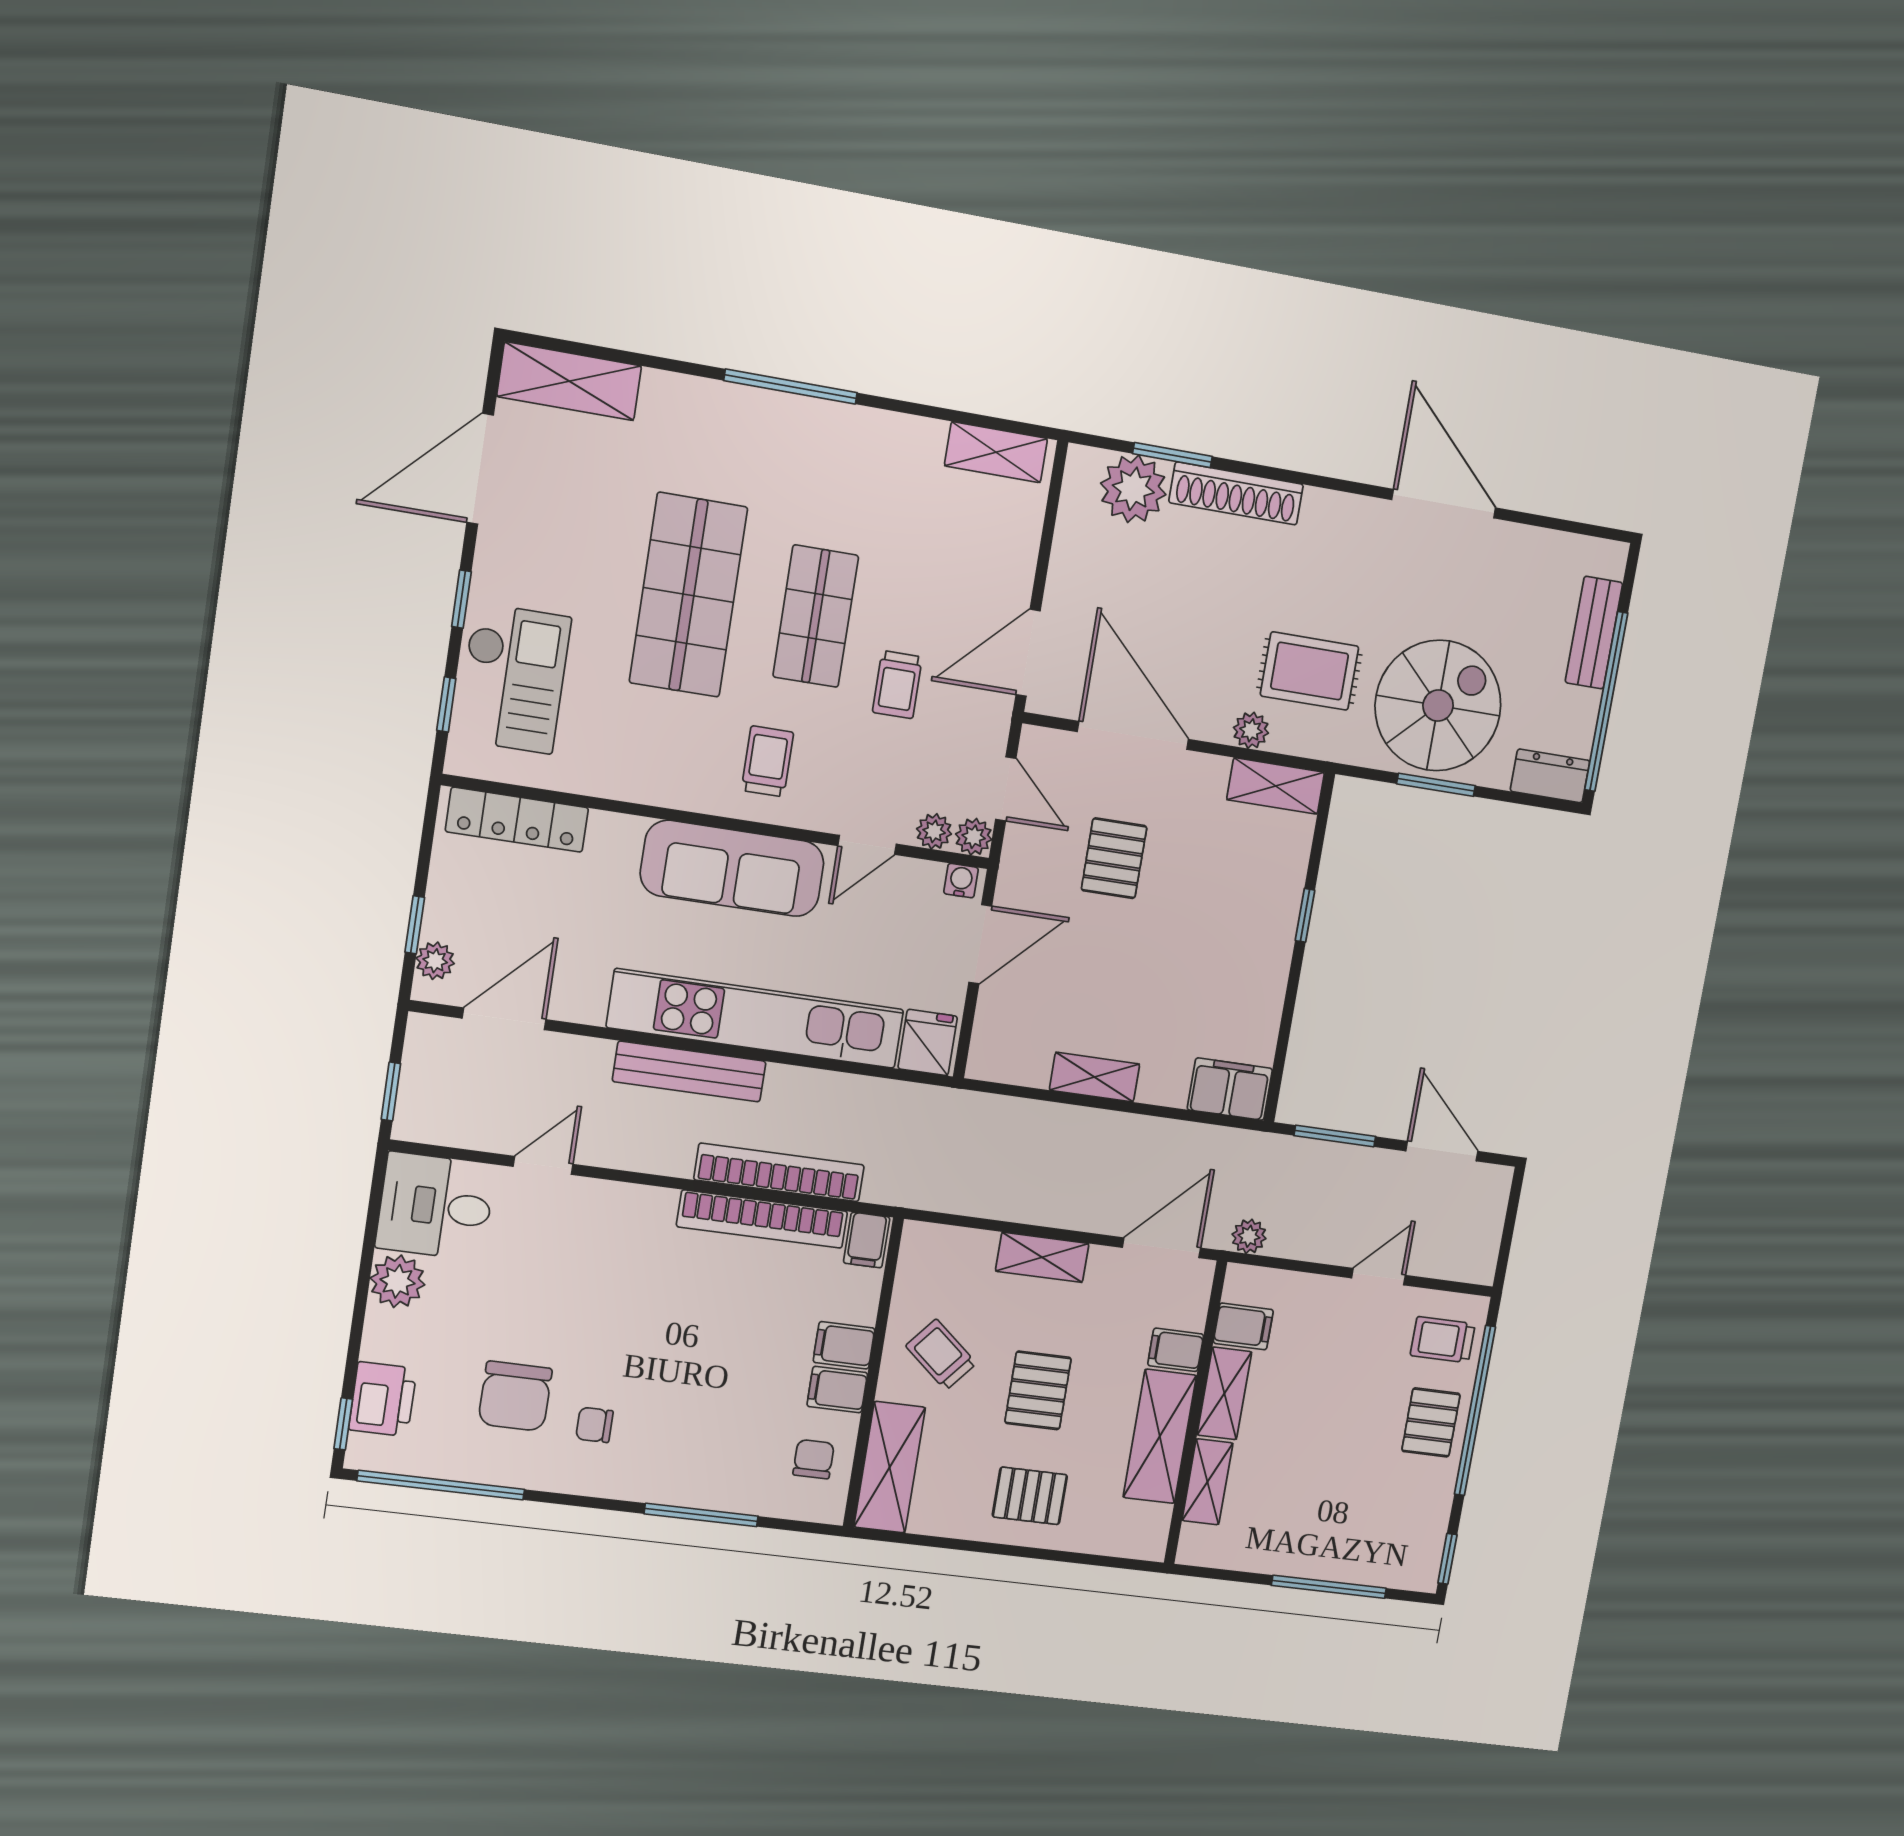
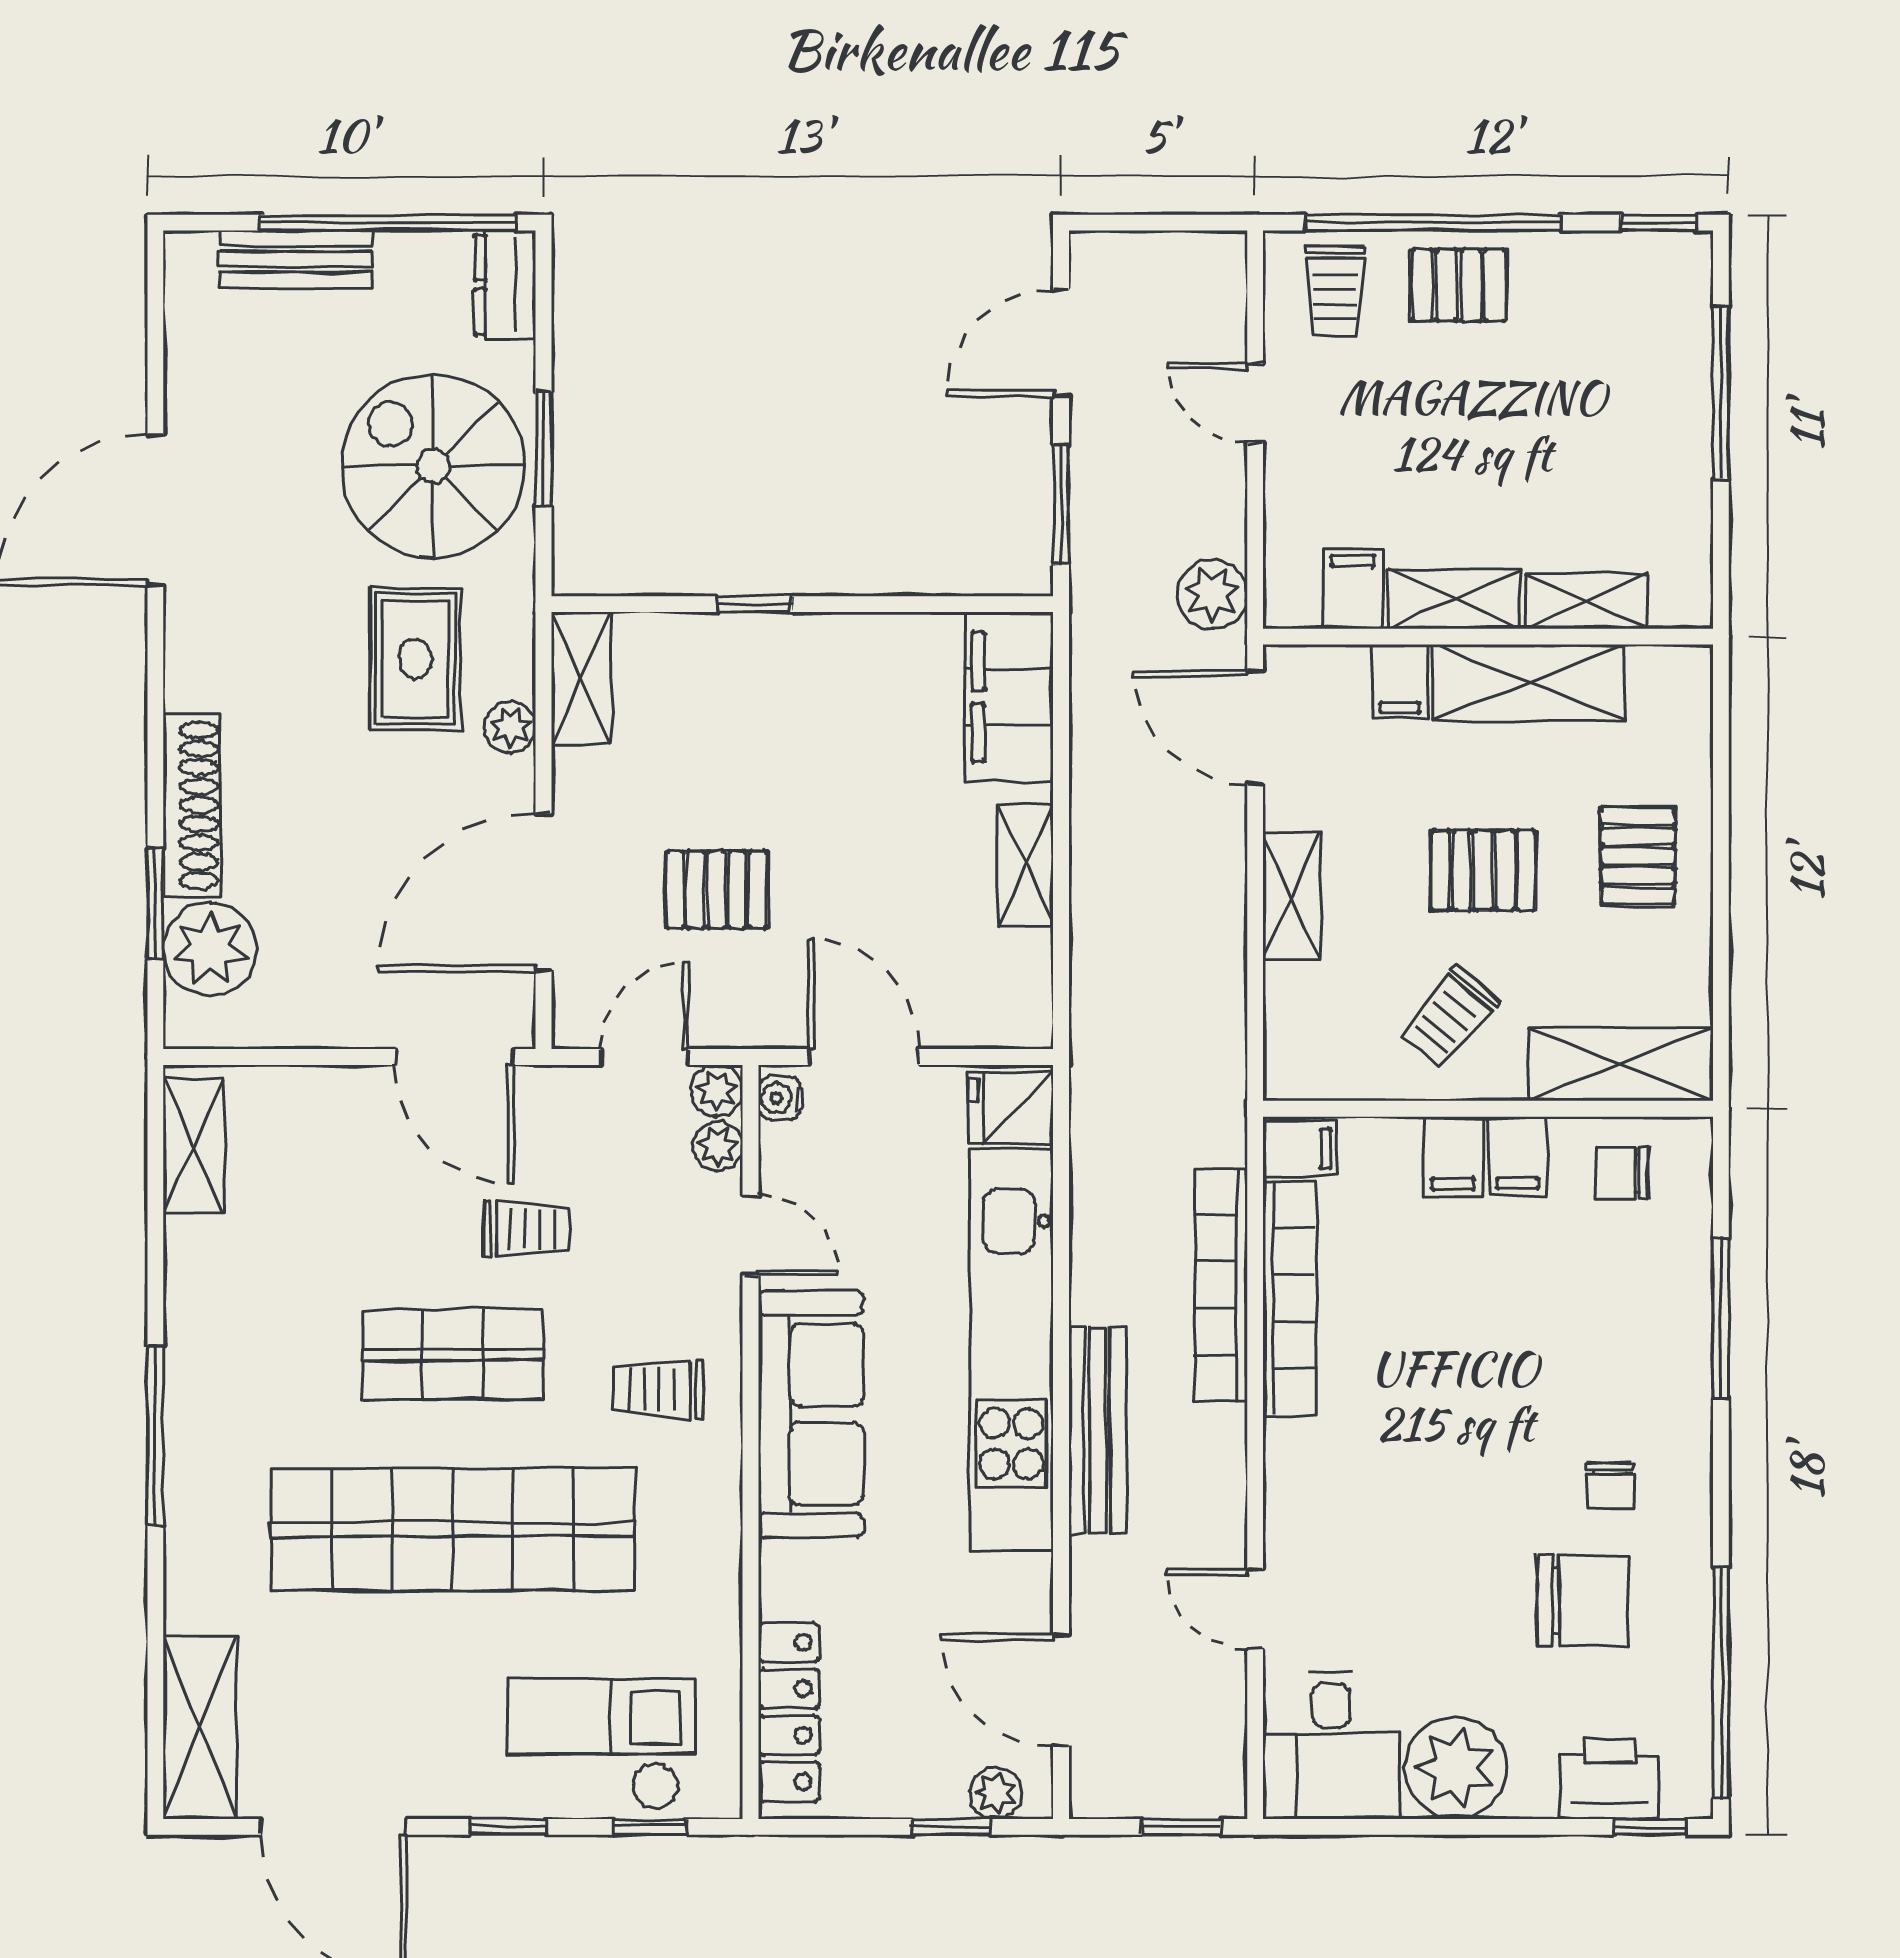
shop shelf: (688, 595) -> (453, 1529), width x1.40
filing cabinet: (1230, 1089) -> (1009, 697), width x1.50, depth x1.17
plant: (1249, 1236) -> (1212, 594), width x1.38, depth x1.38
plant: (397, 1281) -> (1456, 1768), width x1.36, depth x1.36

